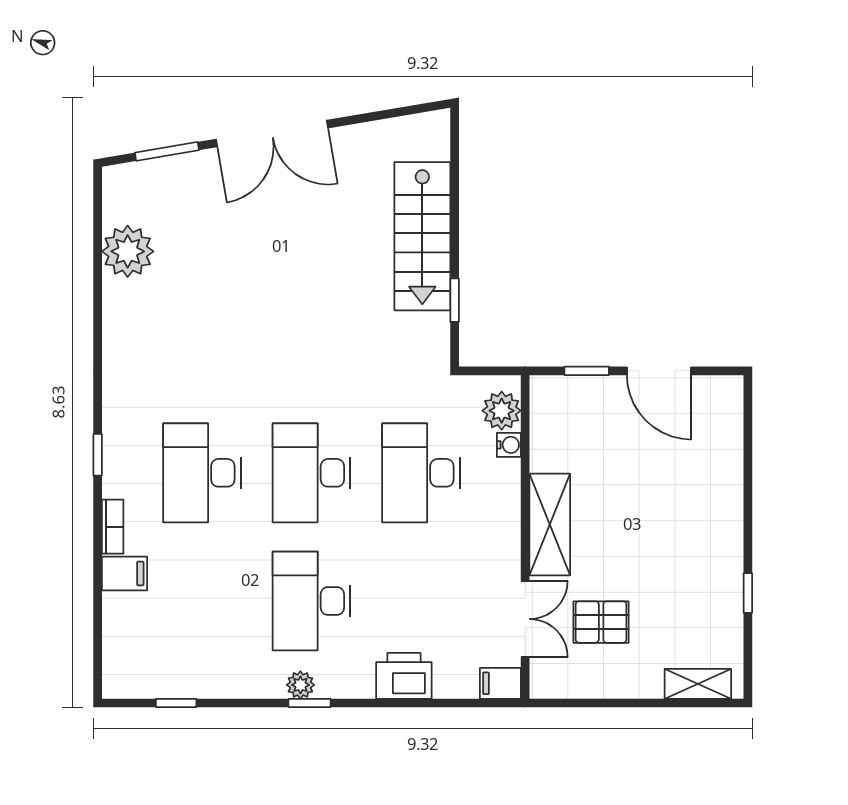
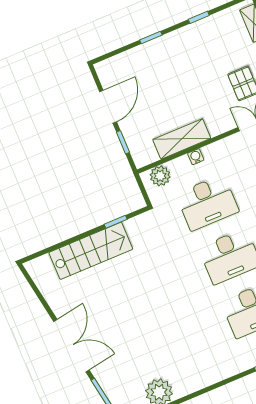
water cooler: (509, 445) -> (196, 157), moved
window: (748, 495) -> (151, 38), added
shelving: (550, 525) -> (182, 139), moved

